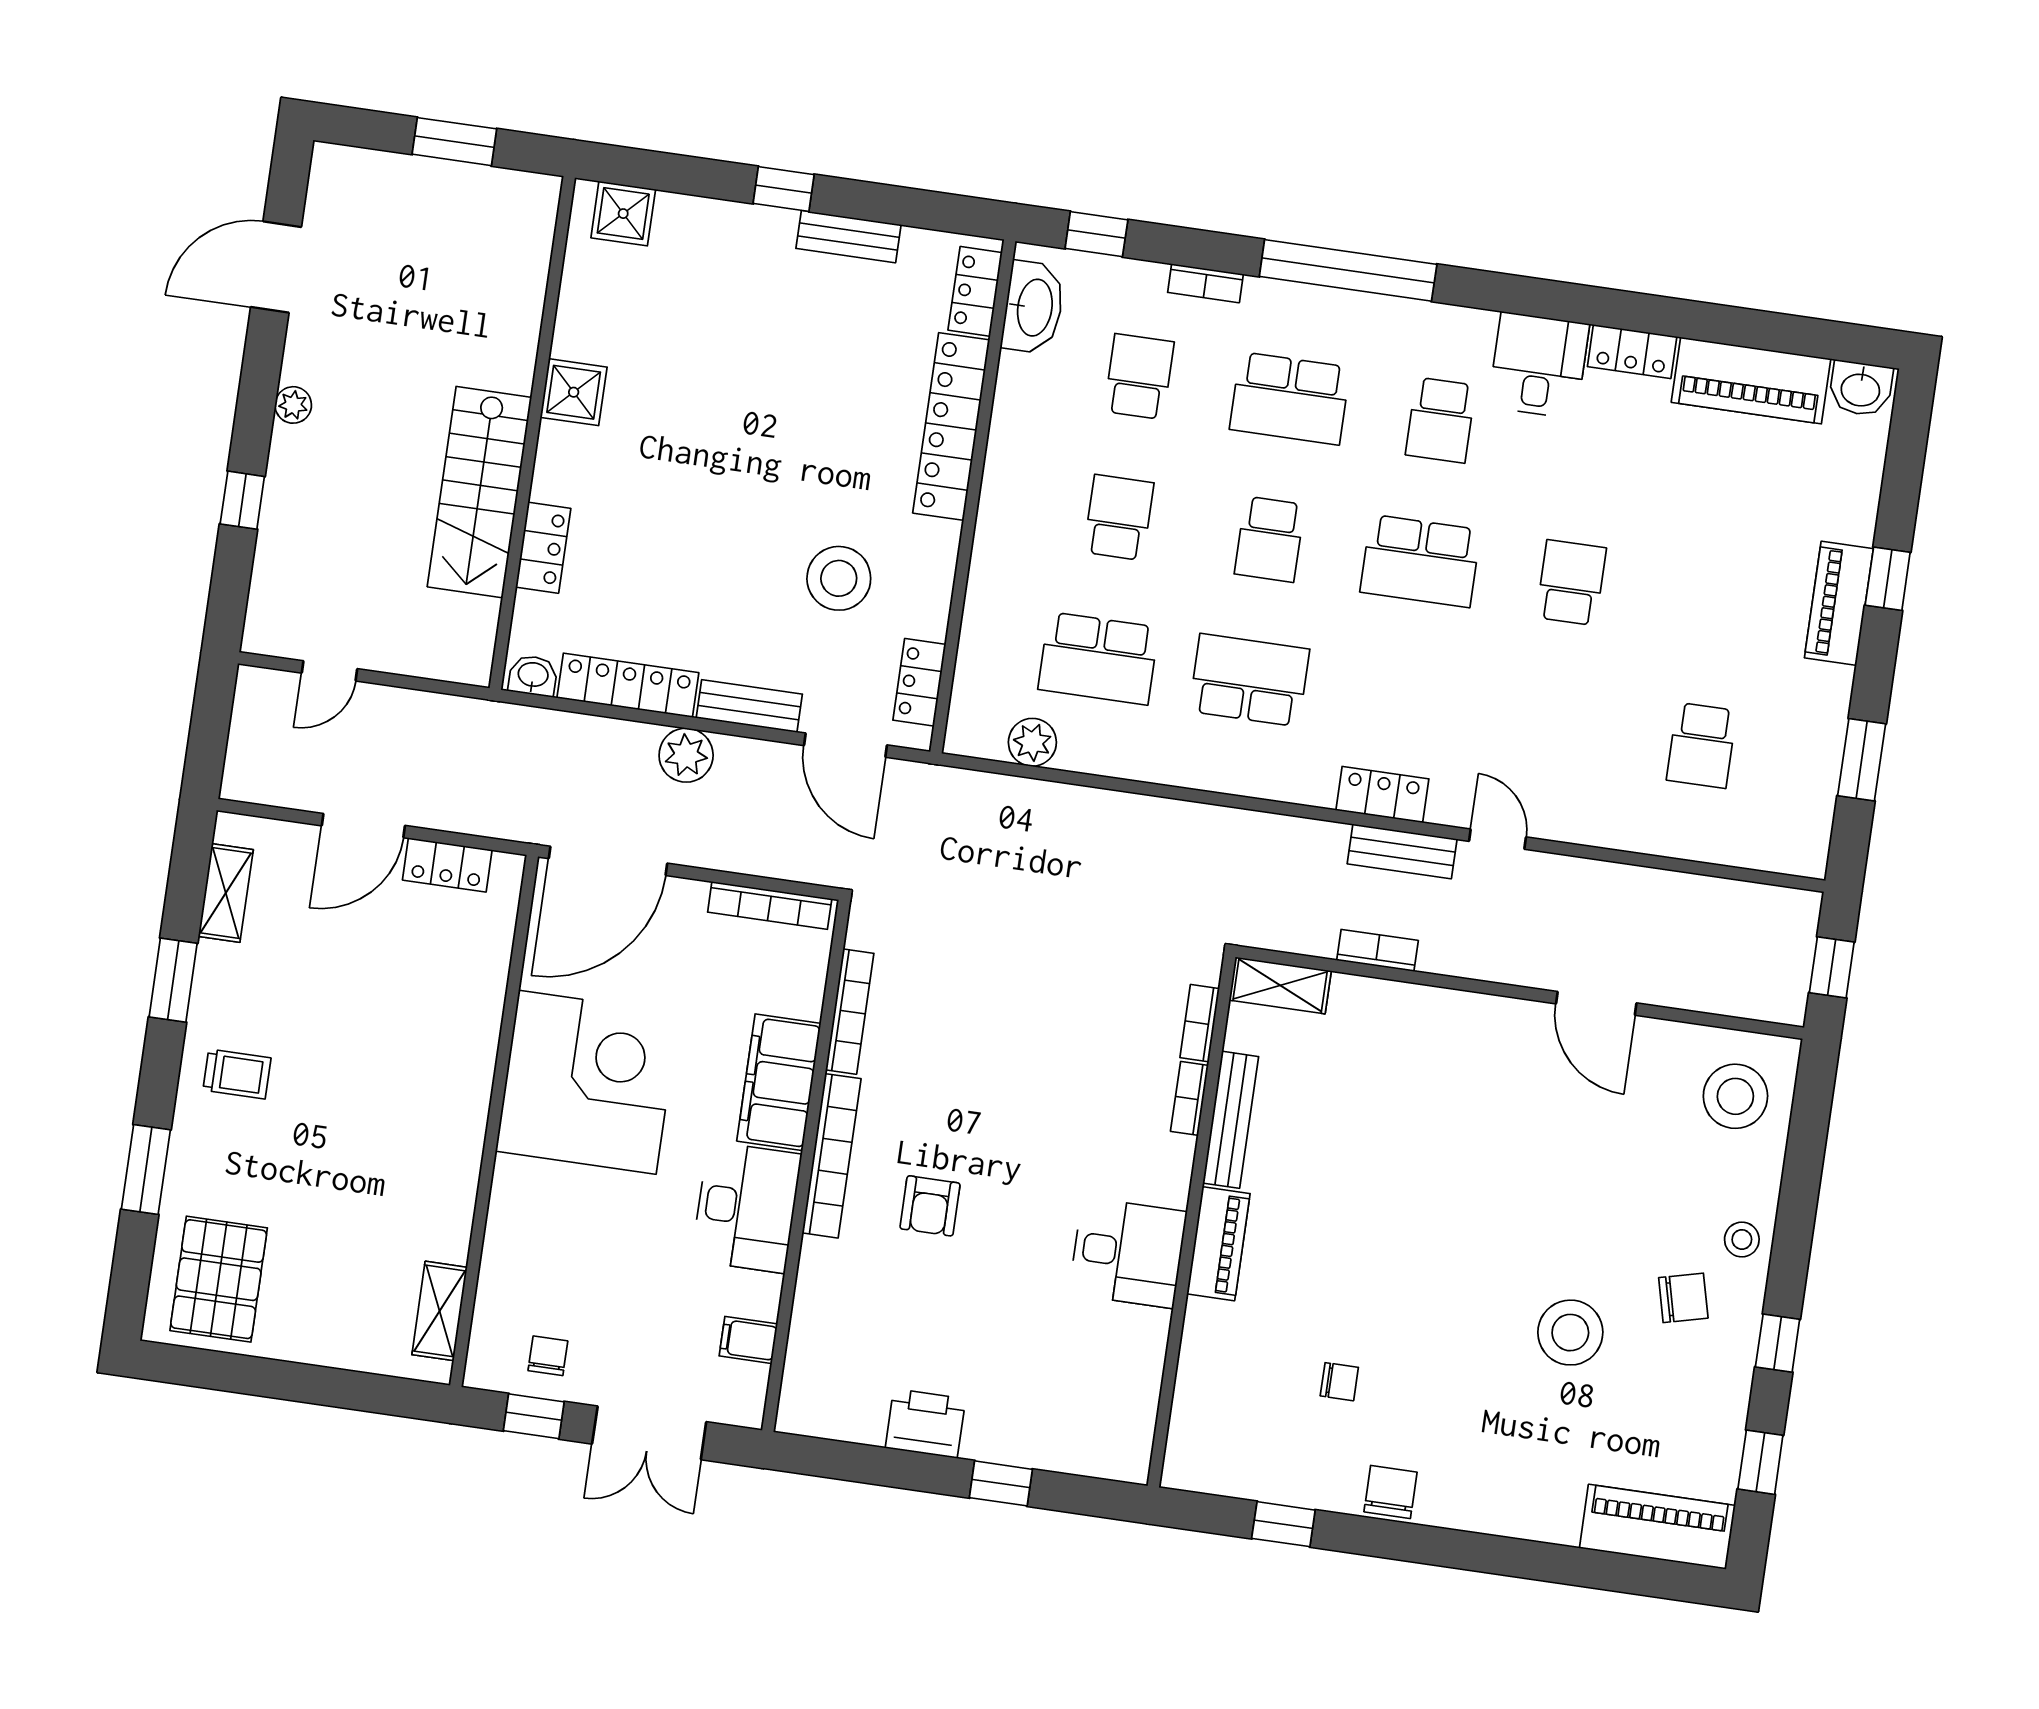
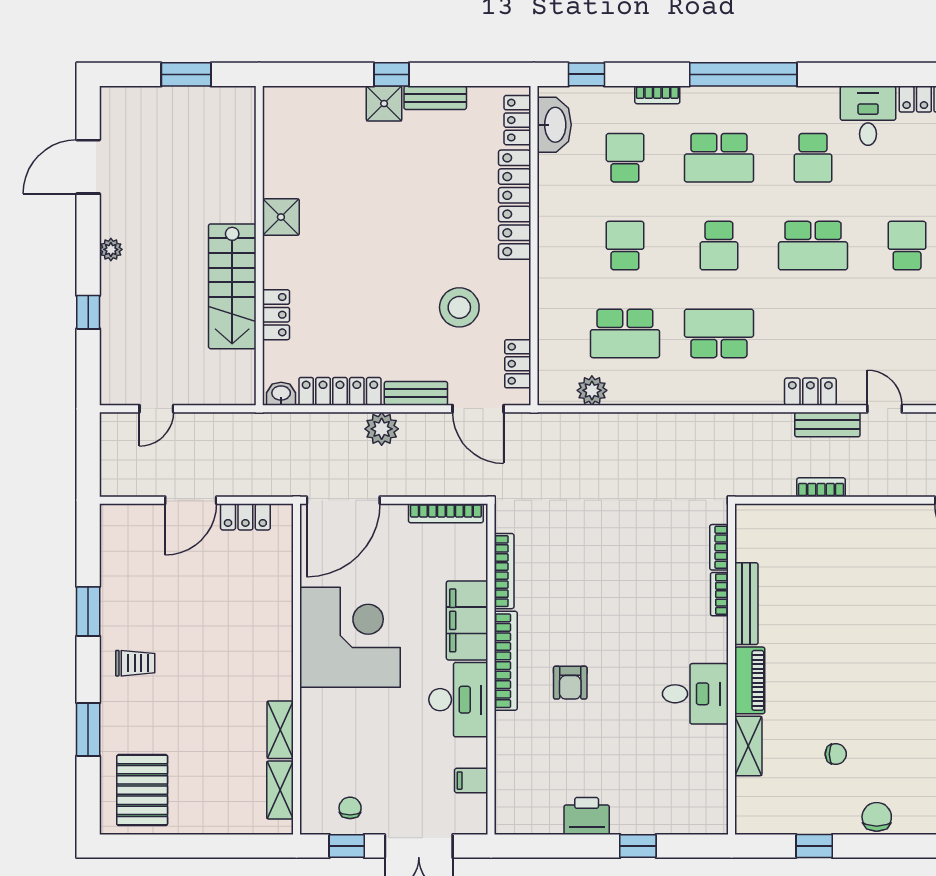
shower: (623, 214) -> (384, 104), moved
shelving: (226, 893) -> (280, 730), moved
shelving: (1280, 985) -> (748, 746), moved, turned 90

